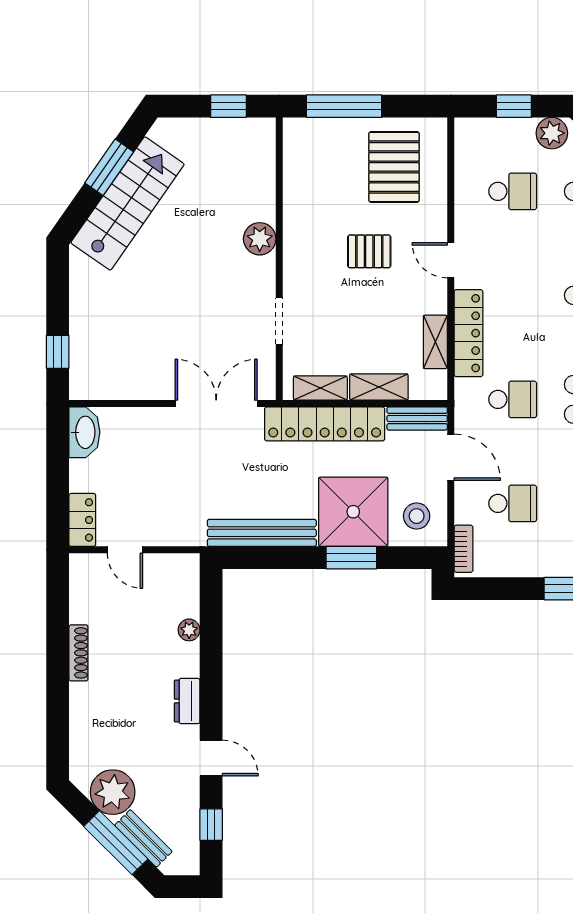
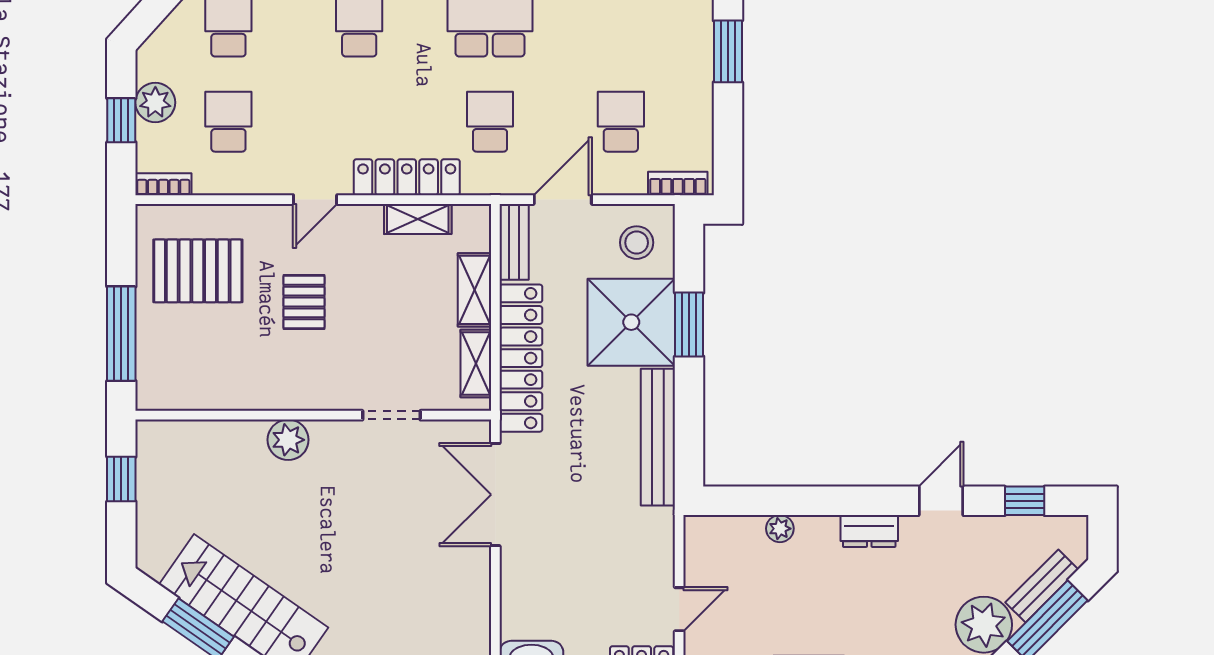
plant: (552, 133) -> (155, 102), moved
bookcase: (463, 140) -> (163, 184), added

